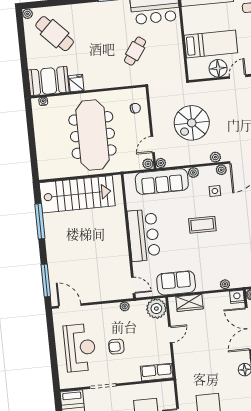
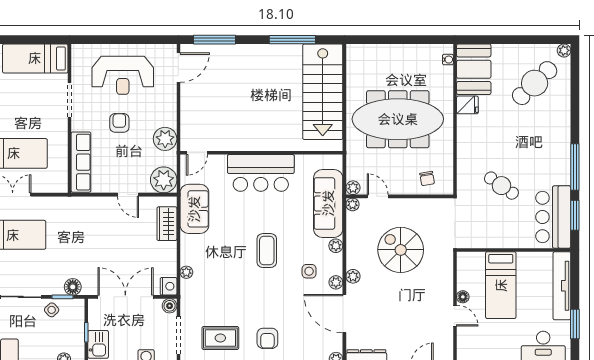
floor lamp: (218, 68) -> (463, 297), width x0.53, depth x0.53
plant: (125, 306) -> (165, 139), width x1.88, depth x1.88
row of seats: (157, 372) -> (81, 162), width x1.48

